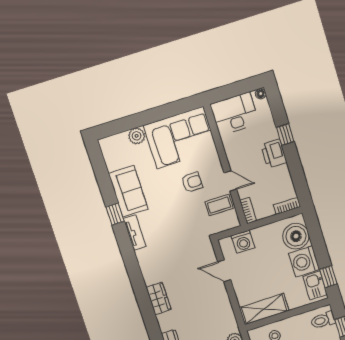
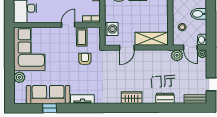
armchair: (192, 182) -> (85, 59), moved
sofa: (128, 191) -> (48, 95), width x1.36
window: (115, 214) -> (50, 108), moved
shelving: (264, 309) -> (152, 39), moved, turned 90

